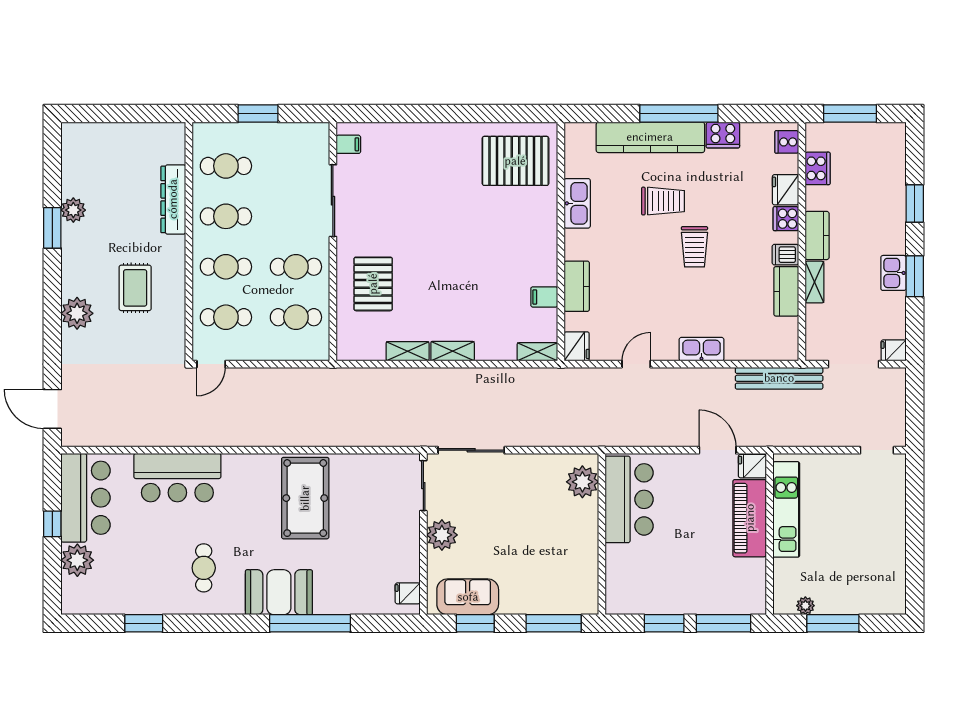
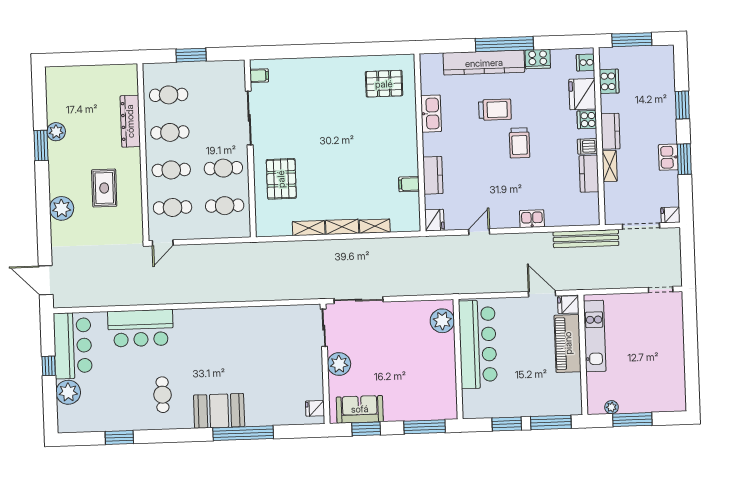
pallet: (515, 161) -> (384, 84), width x0.73, depth x0.71
fridge: (786, 190) -> (582, 94), width x1.36, depth x1.34
kitchen sink: (701, 349) -> (532, 219), width x0.73
shelving: (537, 352) -> (375, 226), moved
pool table: (305, 498) -> (236, 340), removed
bar counter: (629, 499) -> (478, 344), width x1.36

